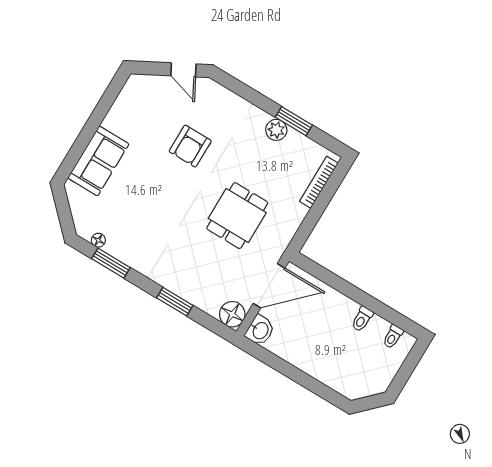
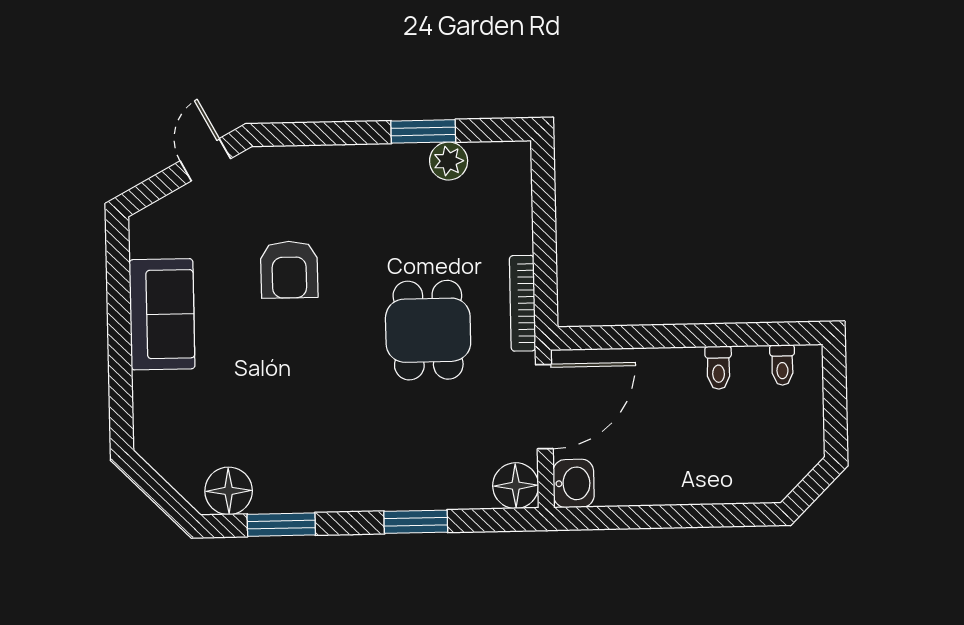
door: (183, 70) -> (205, 160), swing flipped
plant: (276, 130) -> (449, 161), moved
sofa: (98, 161) -> (162, 314), moved
bookcase: (319, 182) -> (523, 303), moved
floor lamp: (98, 240) -> (229, 491), width x1.89, depth x1.89

